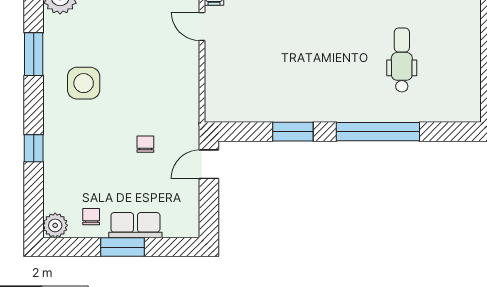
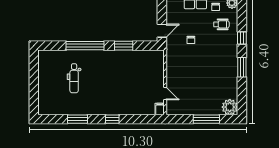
window: (34, 54) -> (242, 67), moved
side table: (84, 83) -> (219, 68), removed
wheelchair: (78, 178) -> (221, 24), added

